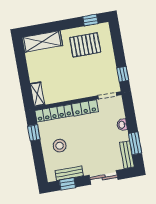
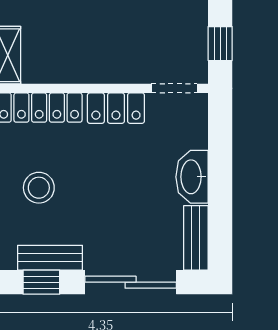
washbasin: (122, 125) -> (192, 177), width x1.91, depth x1.45
window: (135, 143) -> (220, 214), removed
sliding door: (104, 177) -> (131, 282), width x1.37

